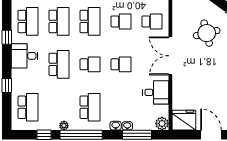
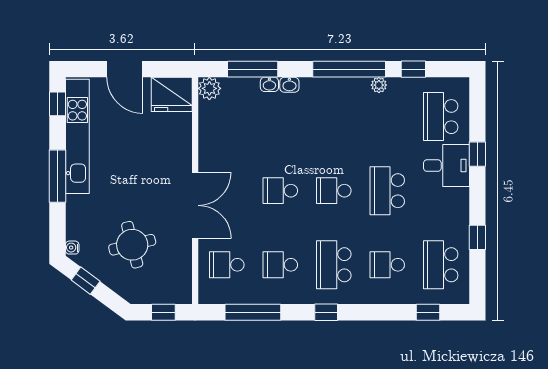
school desk: (59, 21) -> (387, 265), width x0.54
desk: (25, 56) -> (447, 166), moved
desk: (156, 92) -> (220, 142), removed
school desk: (90, 107) -> (334, 117), removed

